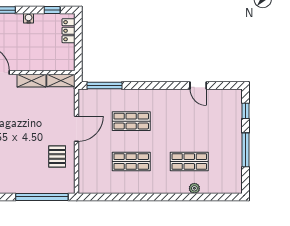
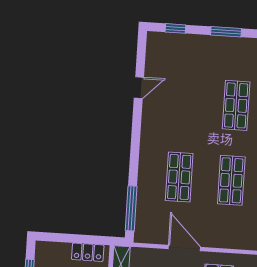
locker: (69, 31) -> (88, 252), moved
window: (246, 150) -> (226, 32), width x0.69

